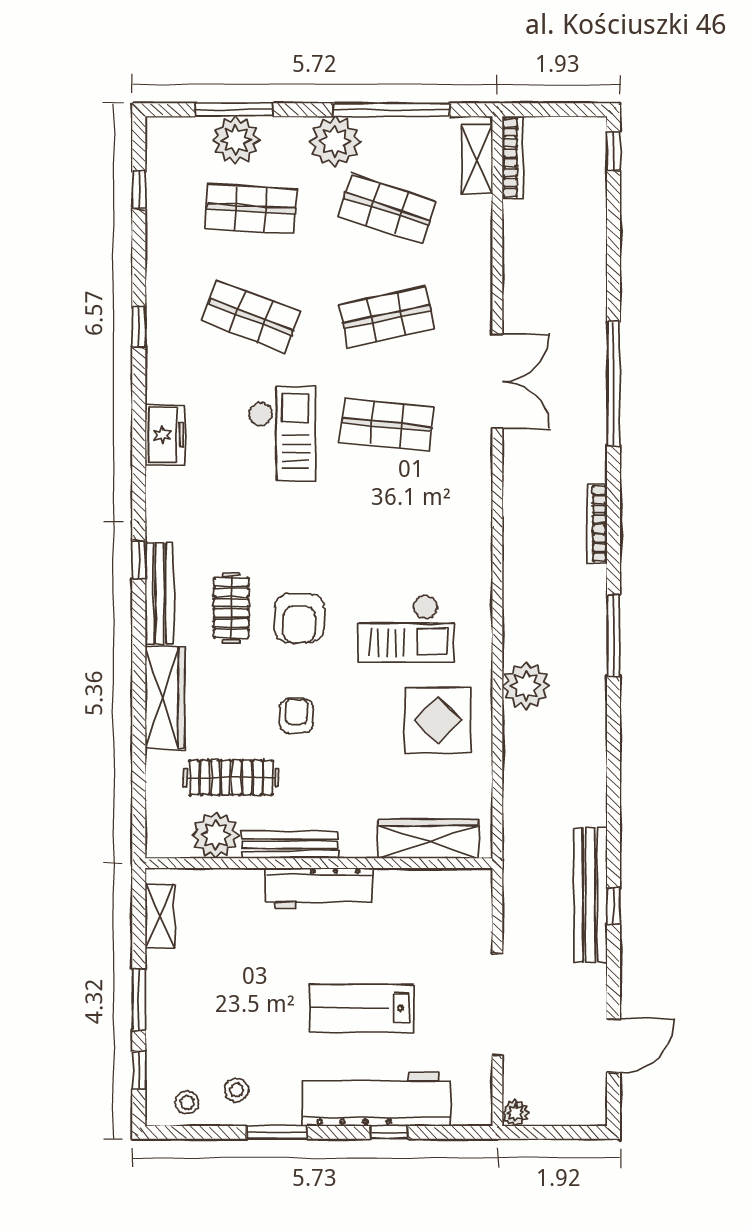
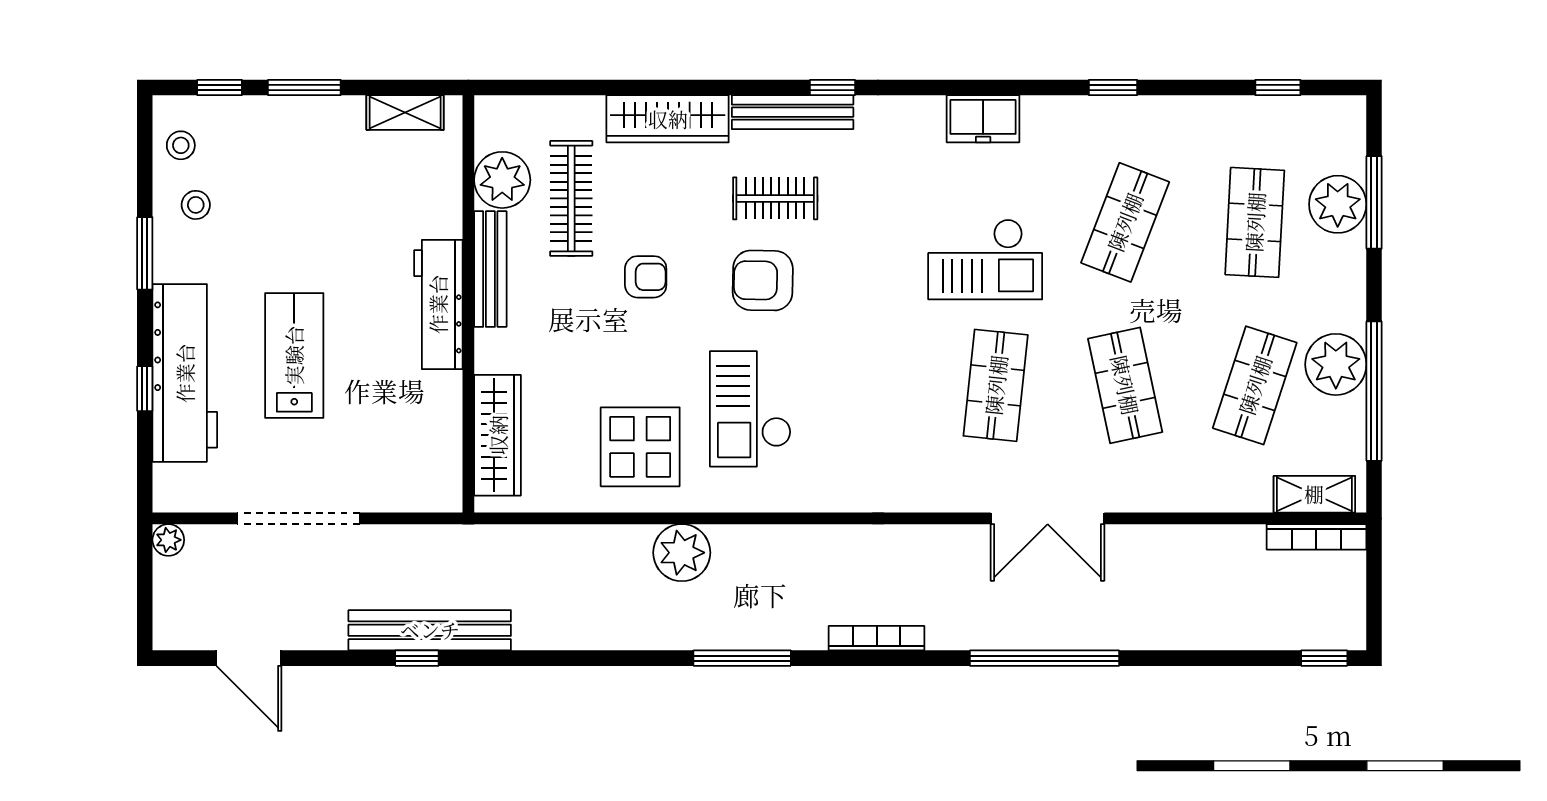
plant: (335, 141) -> (1336, 364), moved

